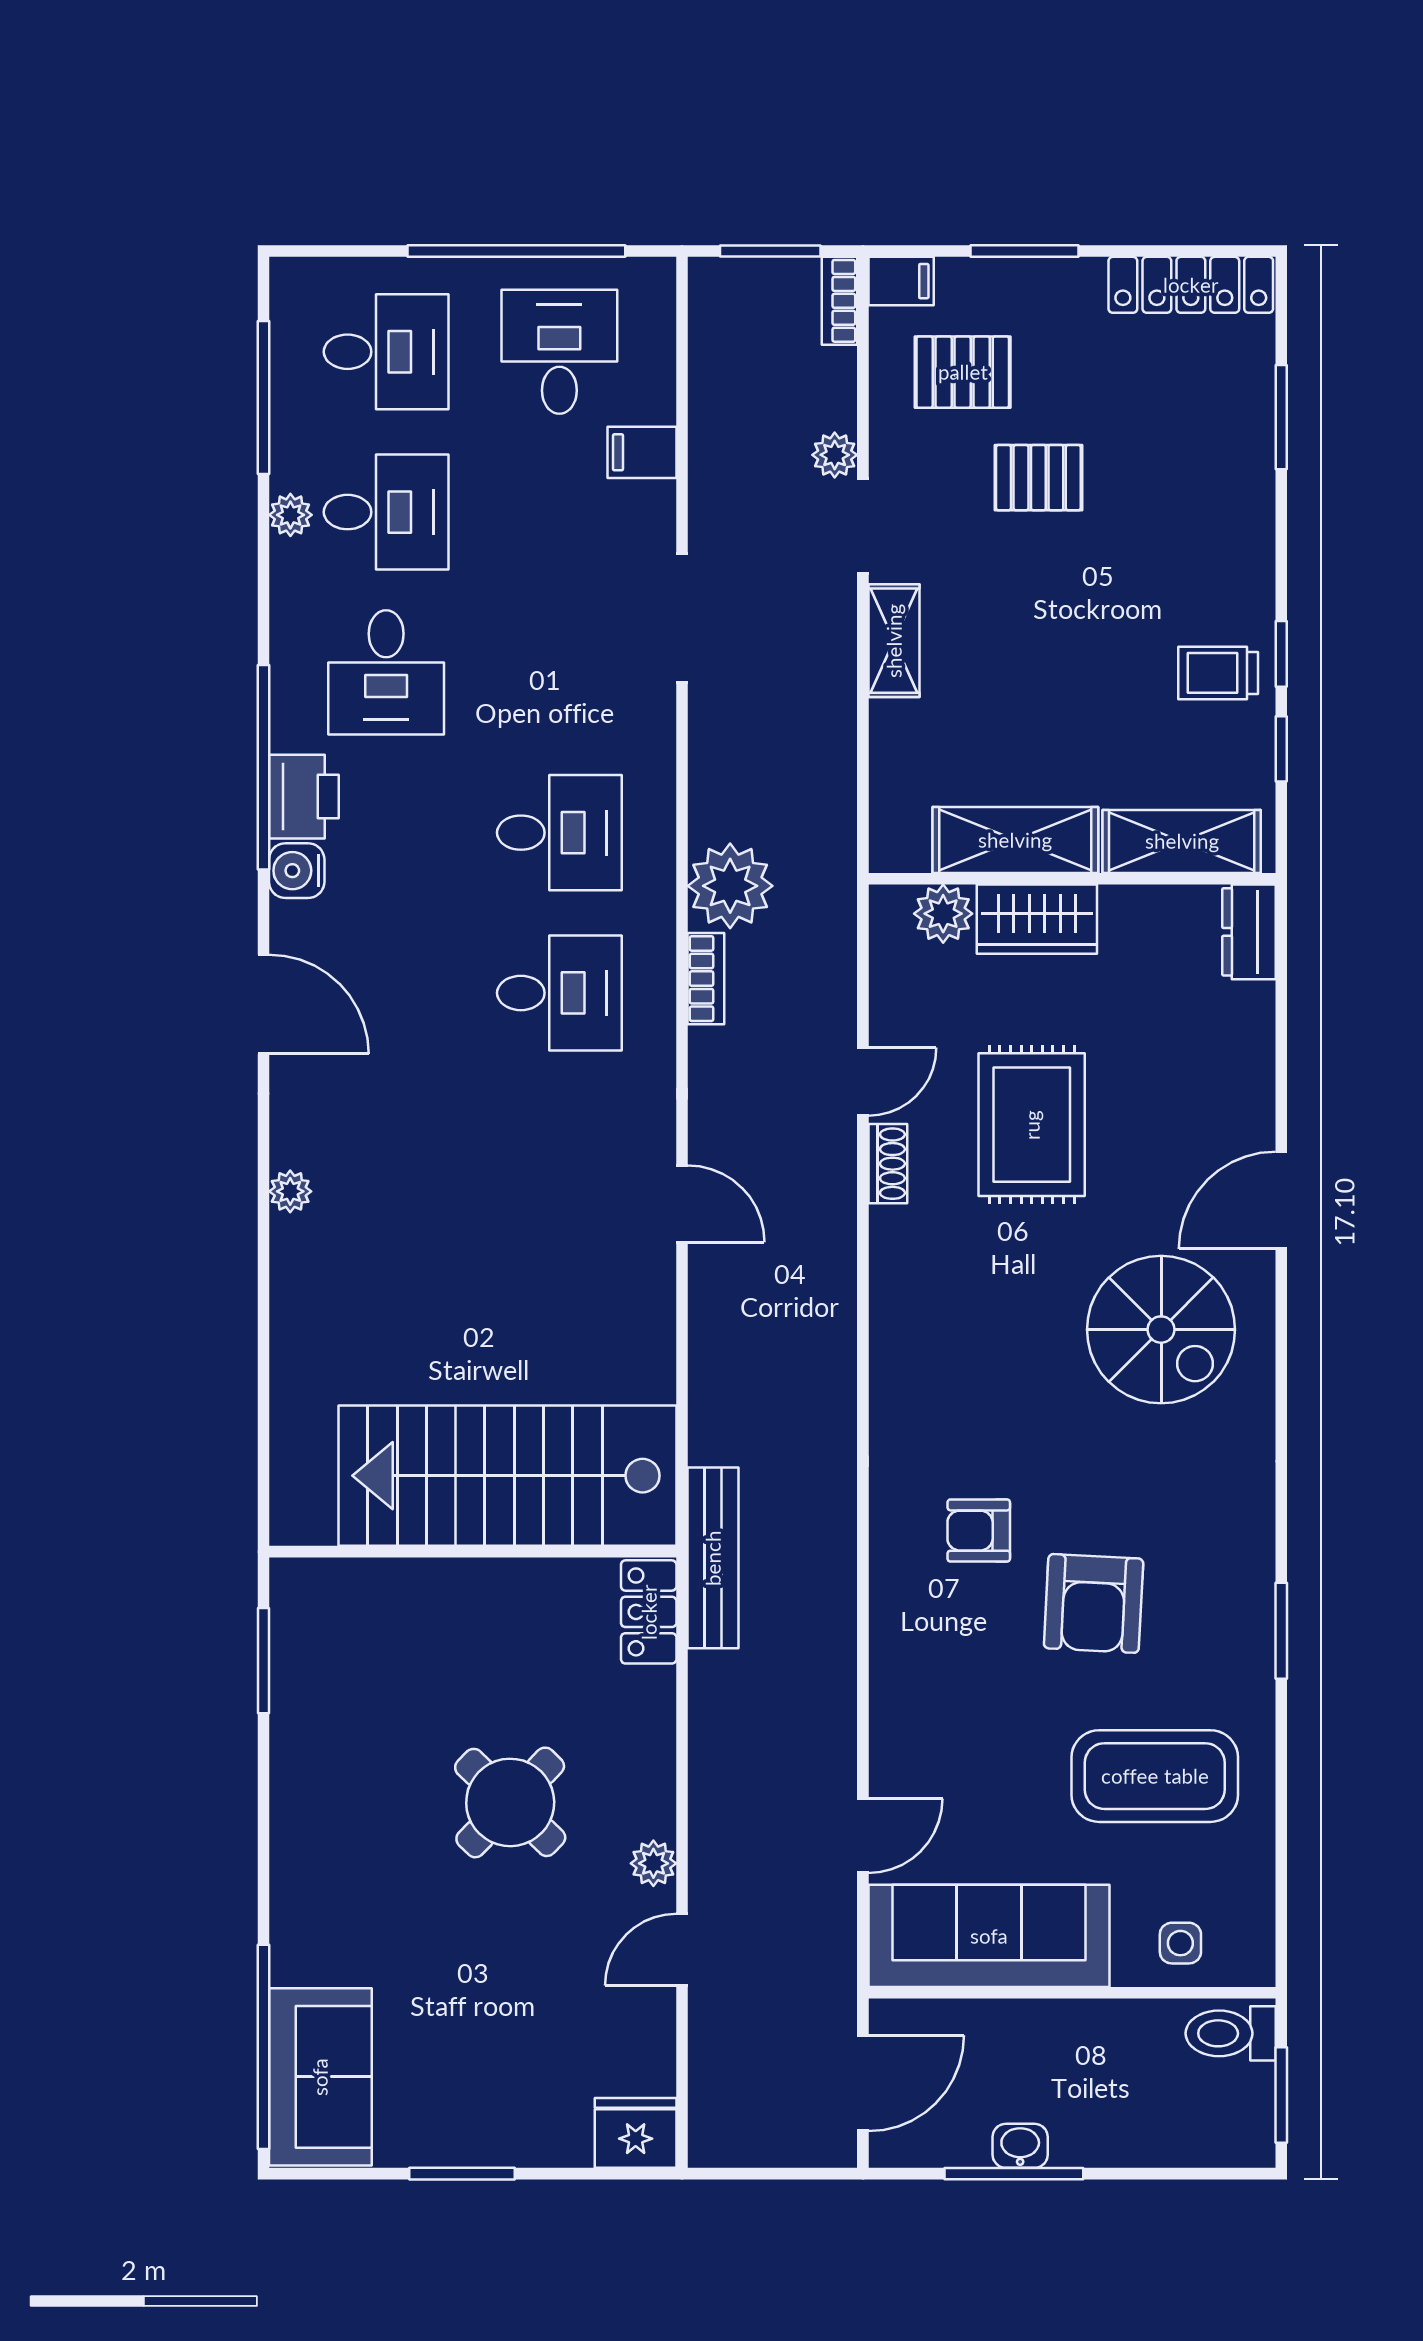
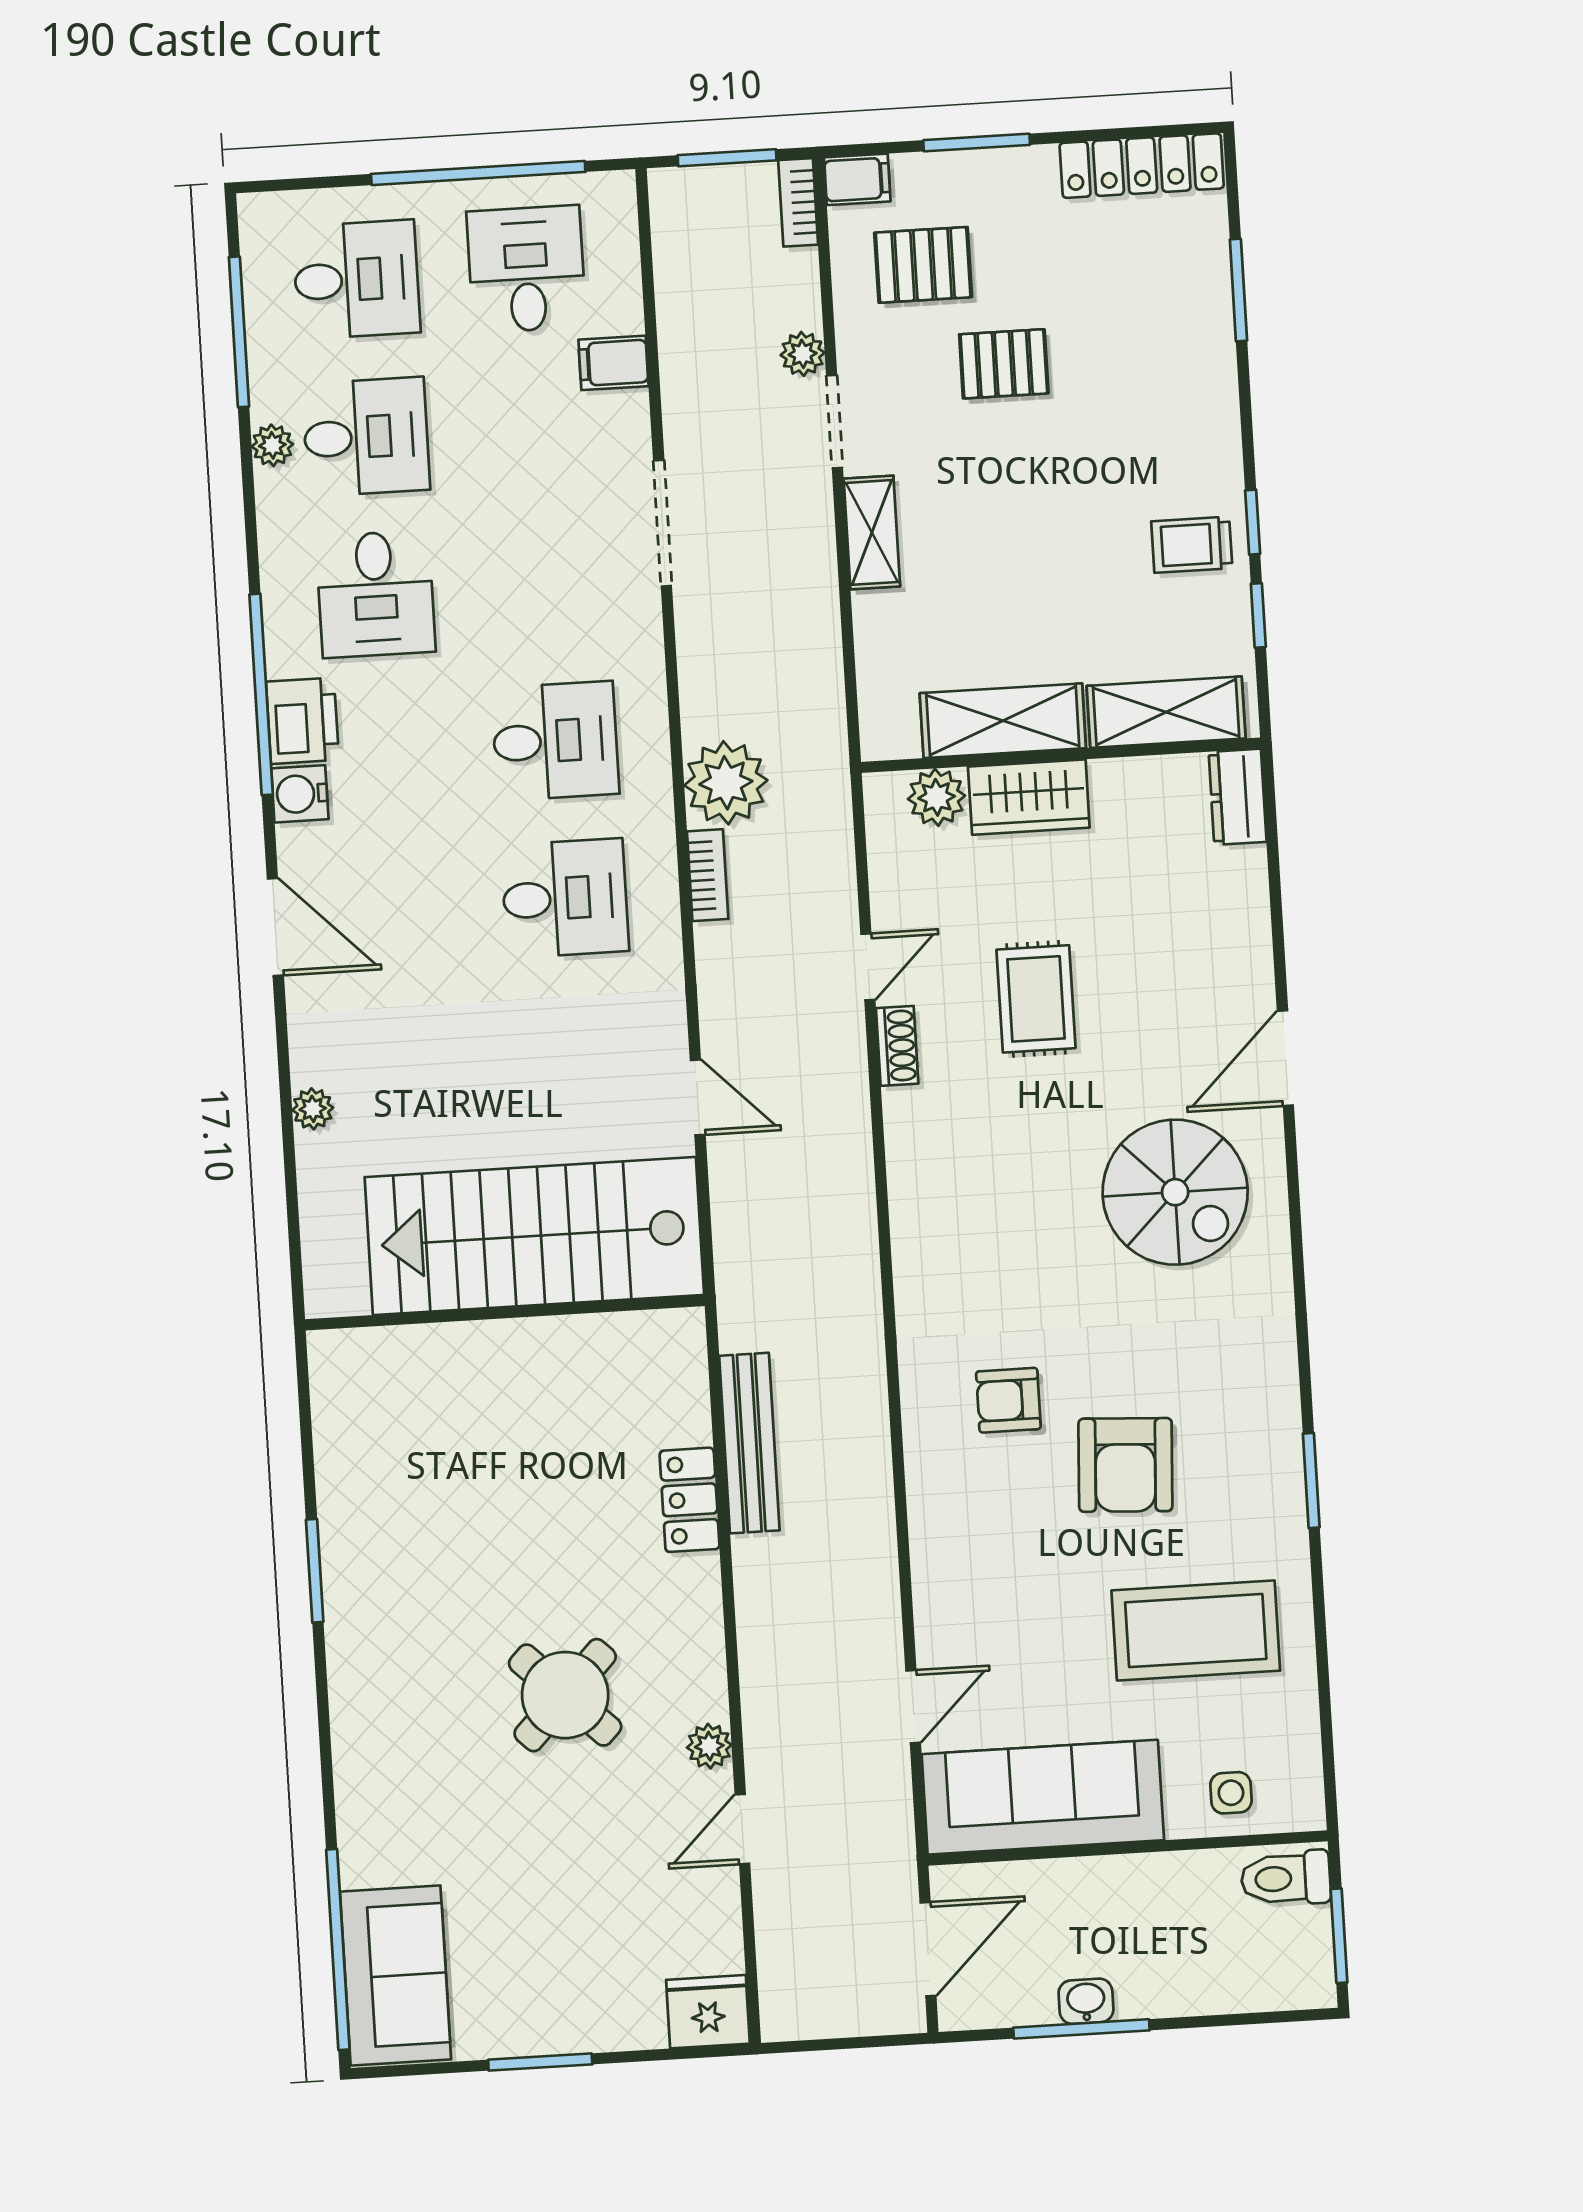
rug: (1032, 1125) -> (1036, 999), width x0.73, depth x0.70
stairs: (507, 1476) -> (534, 1236), moved
wall: (473, 1552) -> (505, 1313), moved

